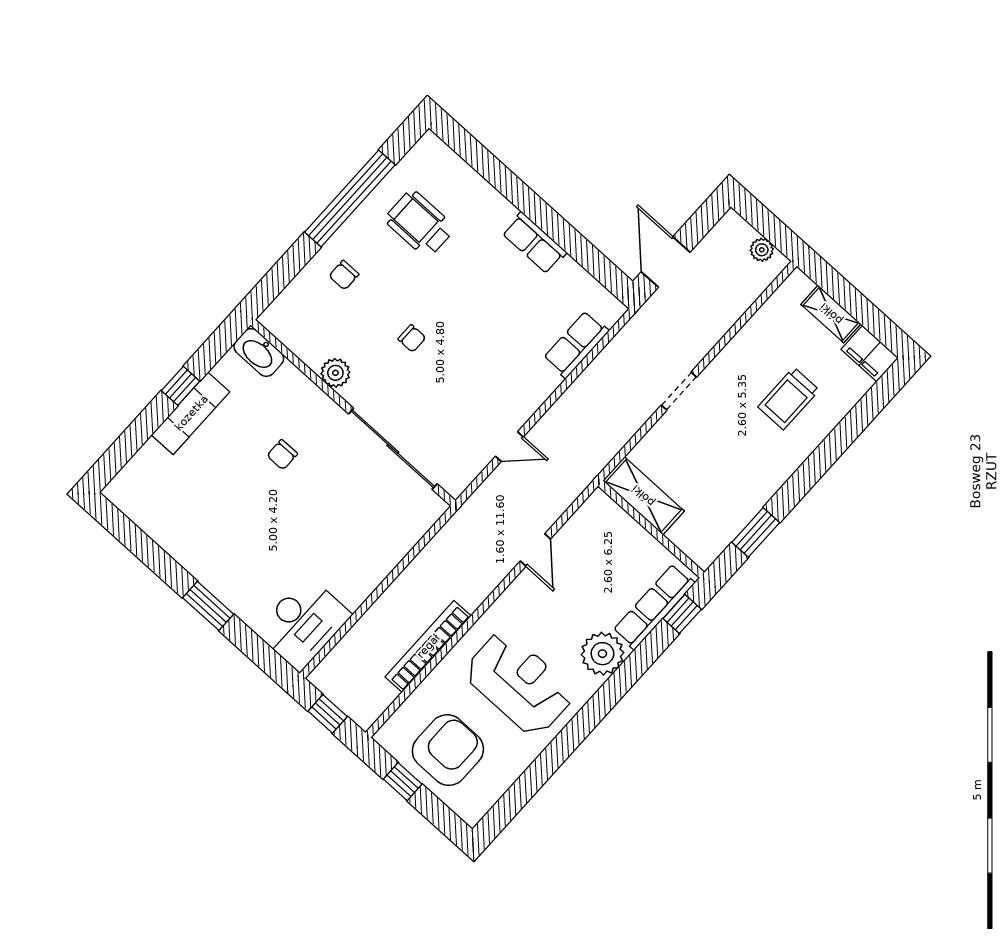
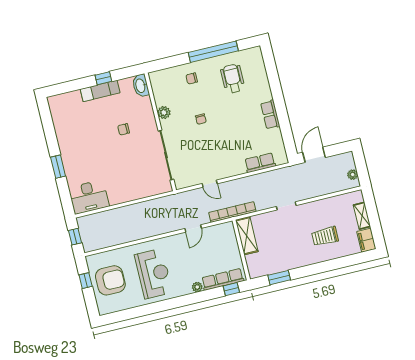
bookcase: (428, 646) -> (232, 212), moved
plant: (602, 654) -> (197, 287), width x0.53, depth x0.53

